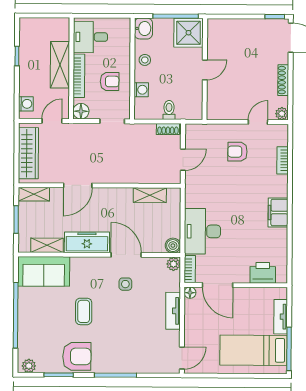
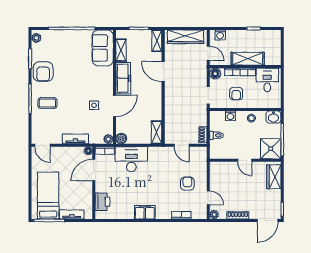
wardrobe: (229, 28) -> (274, 177), added
shelving: (150, 195) -> (157, 132), moved
coffee table: (84, 311) -> (47, 103), moved

